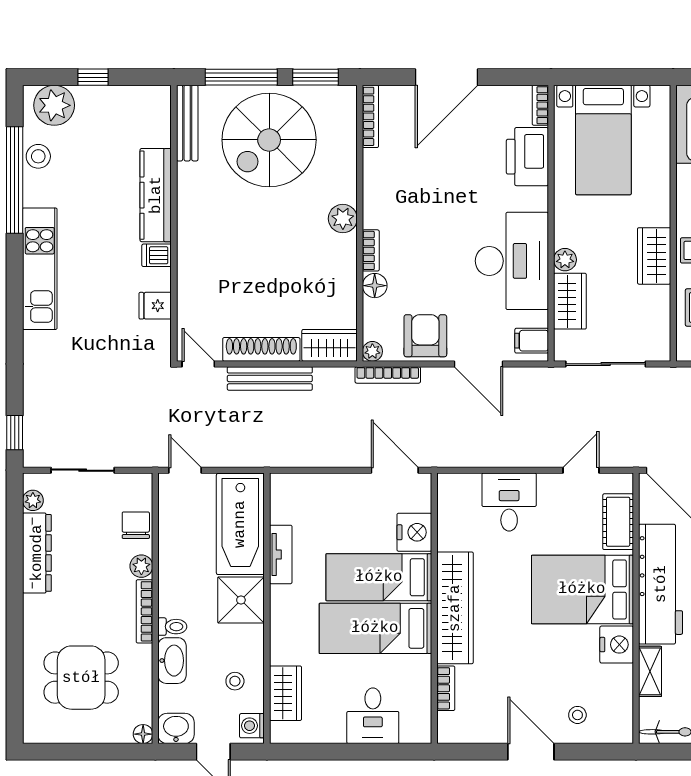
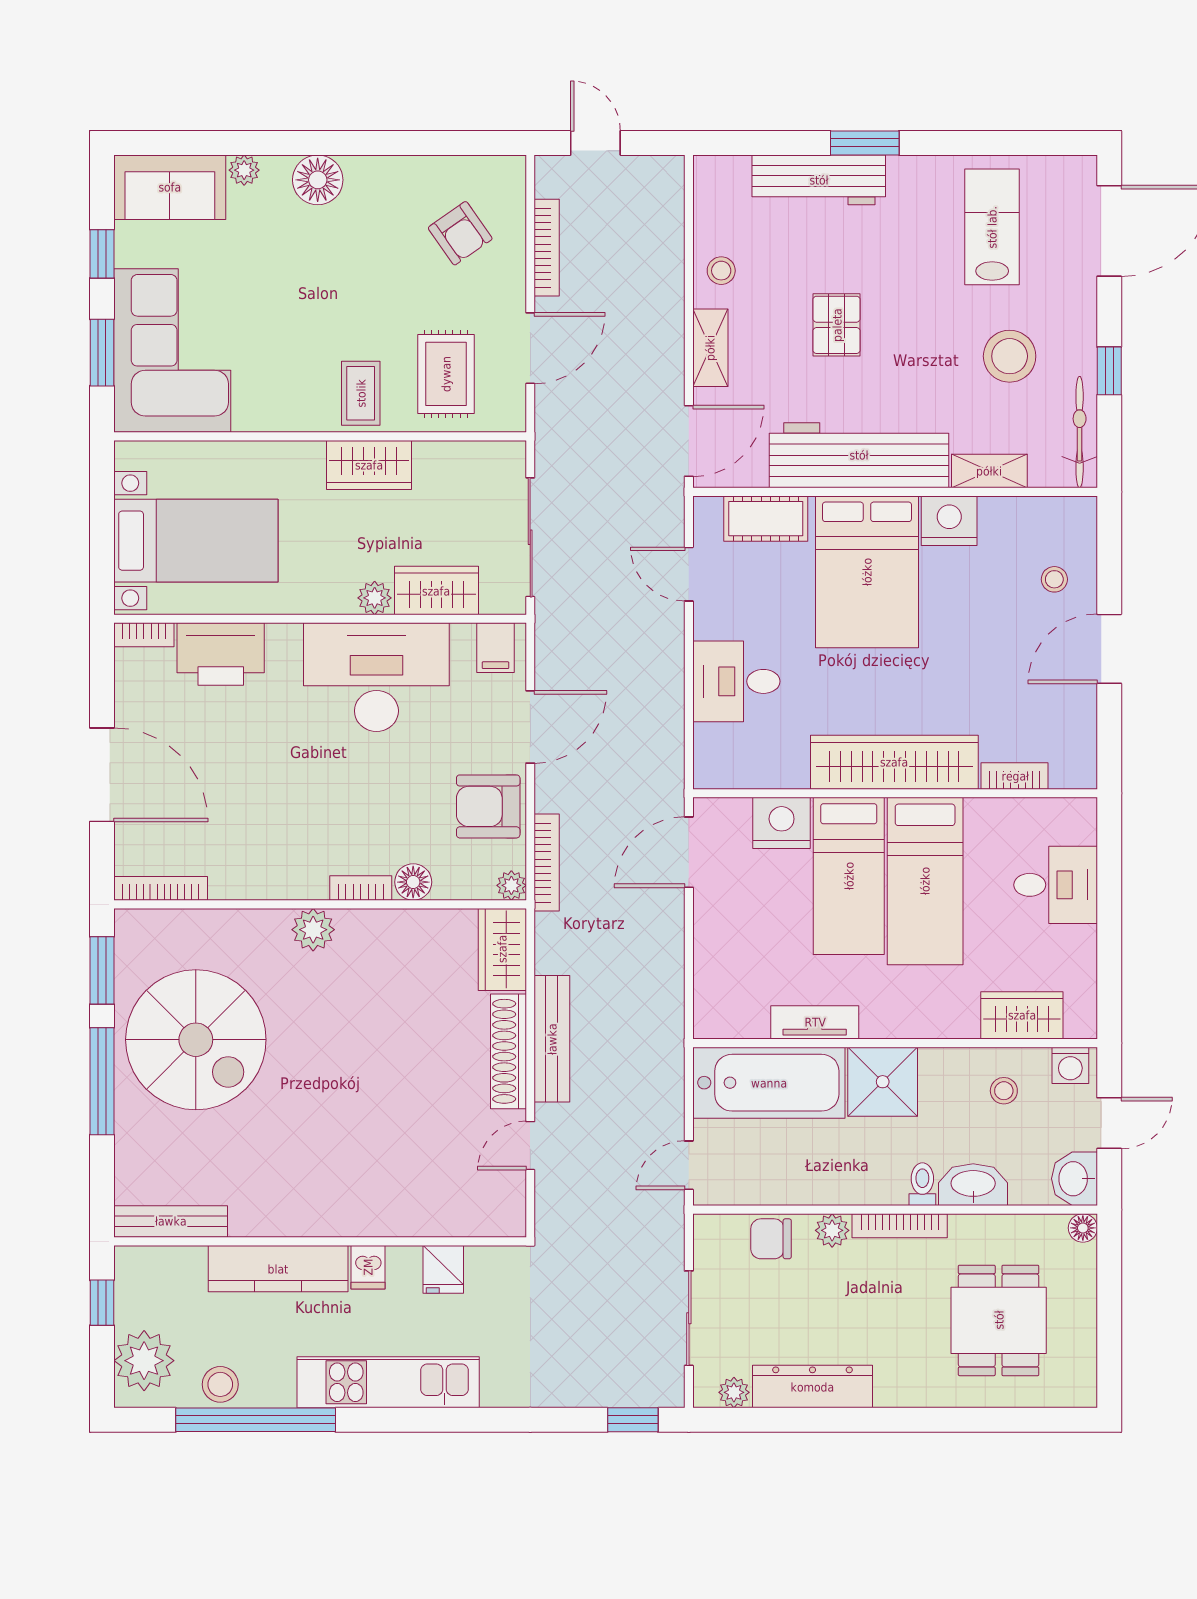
bench: (187, 123) -> (171, 1221), moved
kitchen counter: (156, 195) -> (278, 1269), moved
wall: (174, 223) -> (320, 1241), moved
dishwasher: (157, 255) -> (368, 1267), moved
fridge: (155, 306) -> (443, 1269), moved

